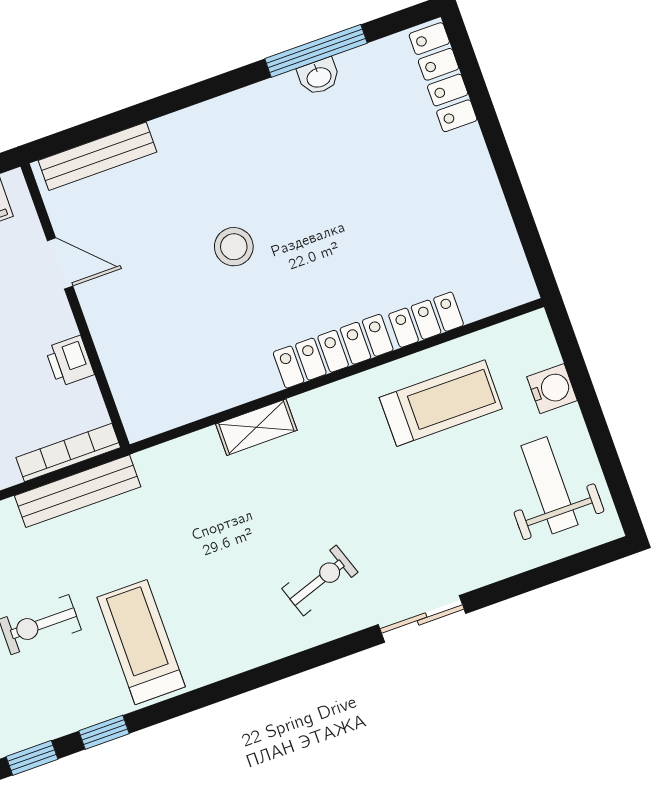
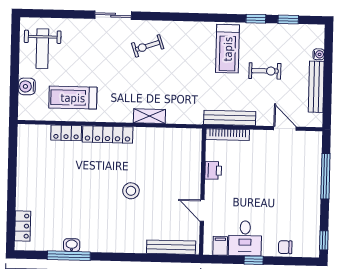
locker: (443, 77) -> (23, 226), width x0.66

